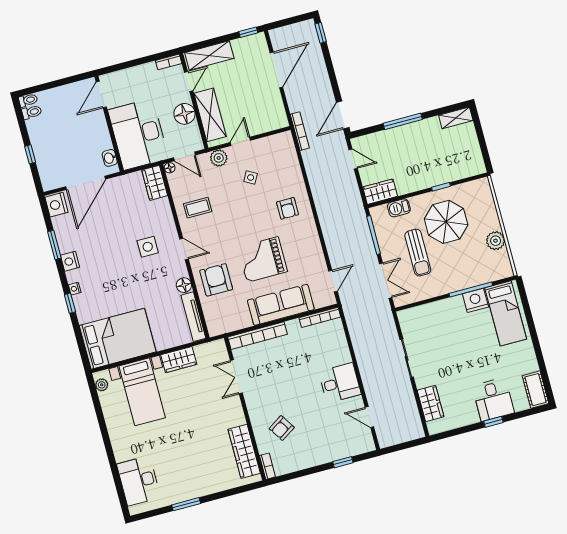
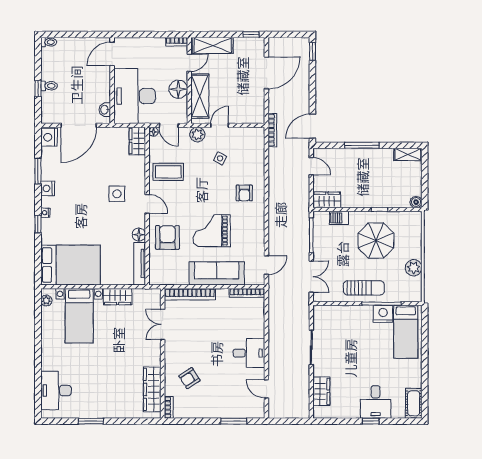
toilet: (32, 112) -> (49, 86), moved
boiler: (479, 168) -> (416, 202), added
coffee table: (198, 208) -> (168, 172), width x1.36, depth x1.30
sun lounger: (418, 253) -> (364, 288), moved, turned -90
window: (343, 462) -> (234, 421), width x1.50

